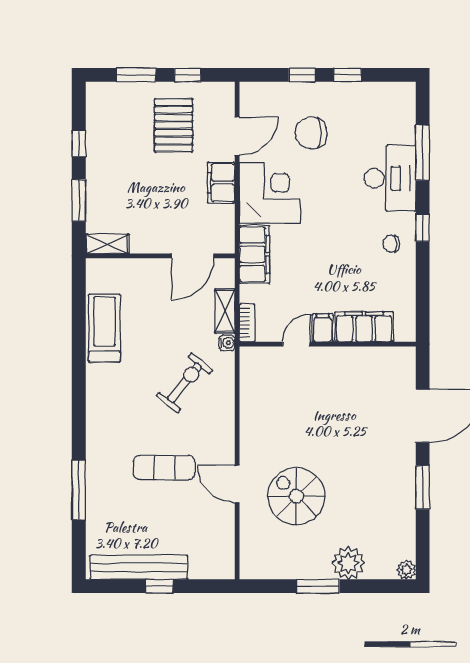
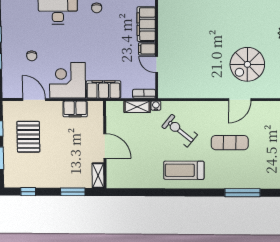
pallet: (174, 125) -> (28, 137), turned 90
chair: (311, 133) -> (32, 56), width x0.54, depth x0.54
window: (79, 144) -> (28, 192), moved
filing cabinet: (221, 183) -> (75, 109), moved
door: (192, 256) -> (105, 146), moved
treadmill: (104, 328) -> (184, 170), moved
exercise mat: (164, 468) -> (230, 143), turned 90

